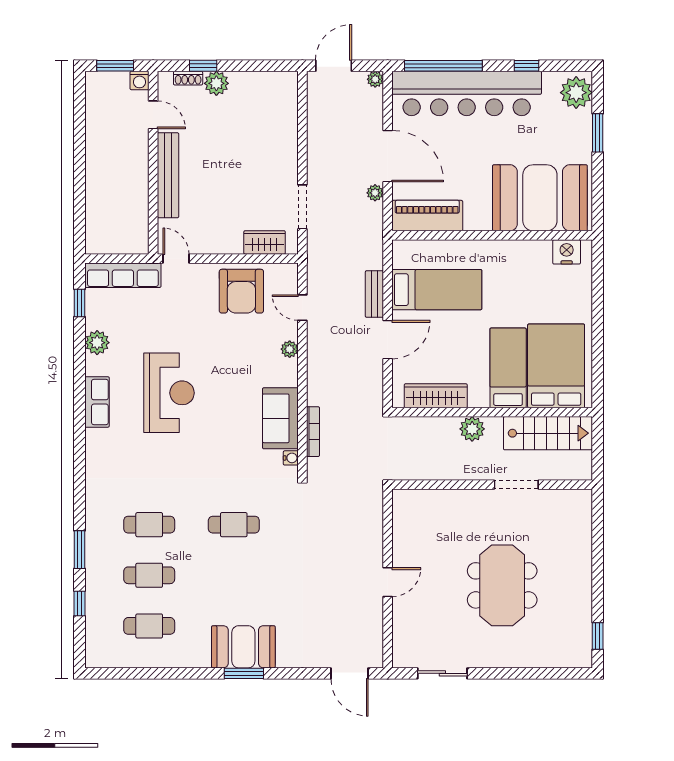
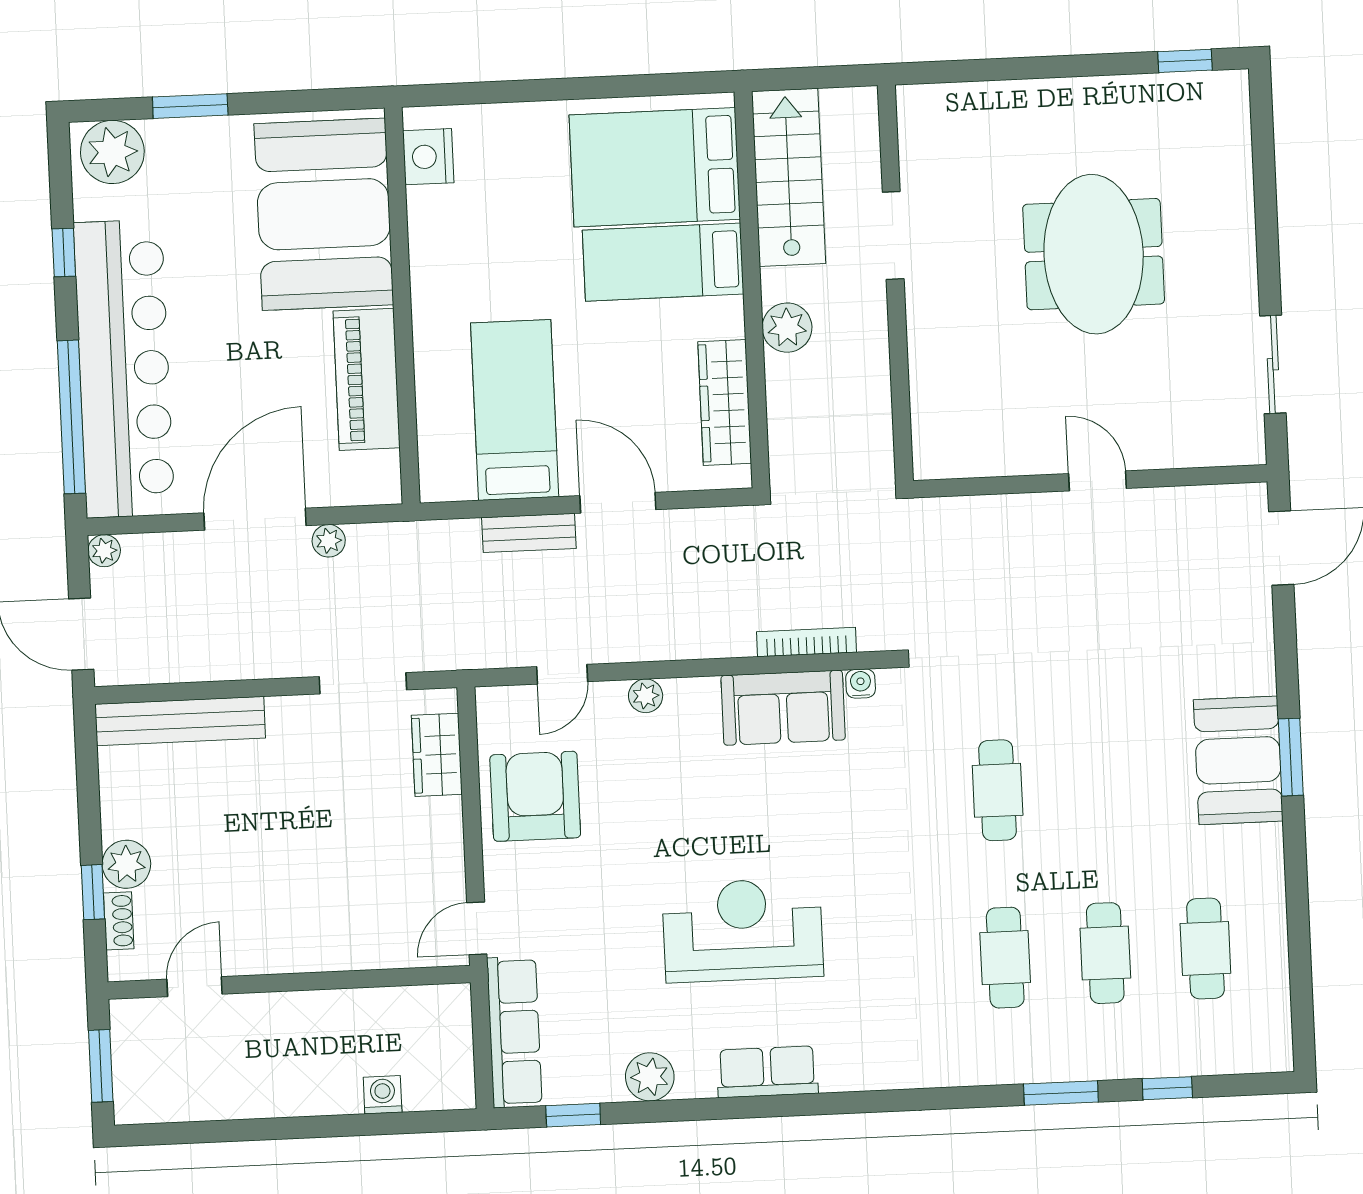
washing machine: (139, 80) -> (383, 1095), moved, turned -90
bench: (168, 175) -> (180, 721), moved
piano: (427, 216) -> (367, 379), moved
armchair: (241, 291) -> (535, 796), turned -90
meeting table: (502, 585) -> (1094, 254), turned 90

